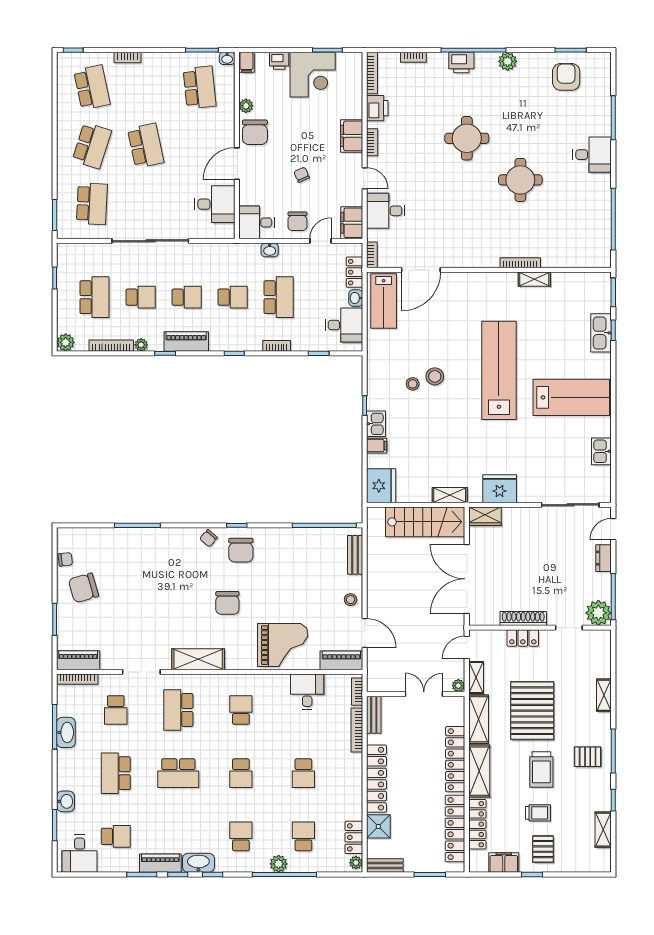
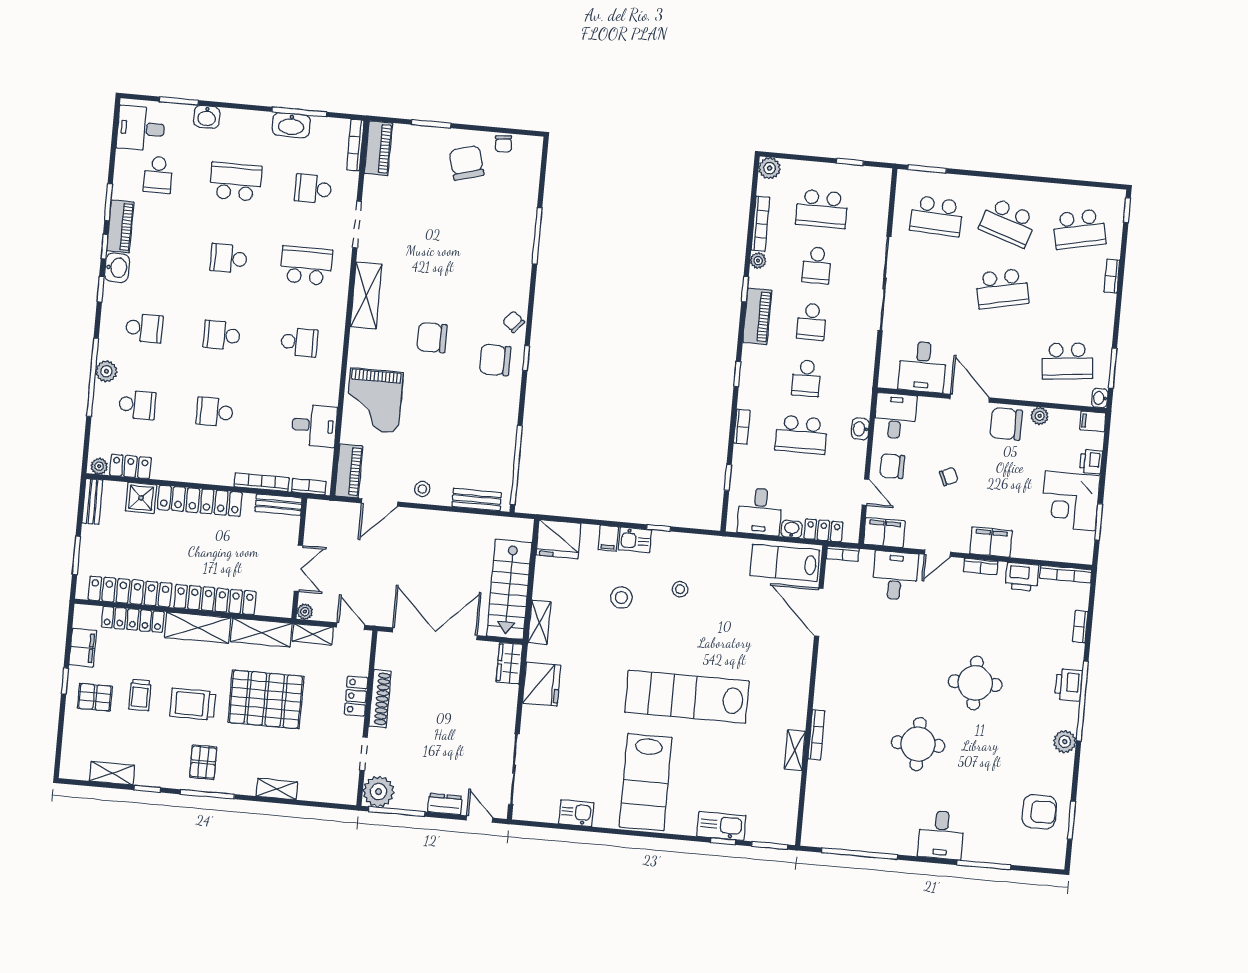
lab bench: (499, 370) -> (687, 697), turned 180
stool: (435, 376) -> (621, 597), moved
school desk: (178, 773) -> (229, 258), width x0.54
washbasin: (198, 863) -> (117, 268), width x0.72

